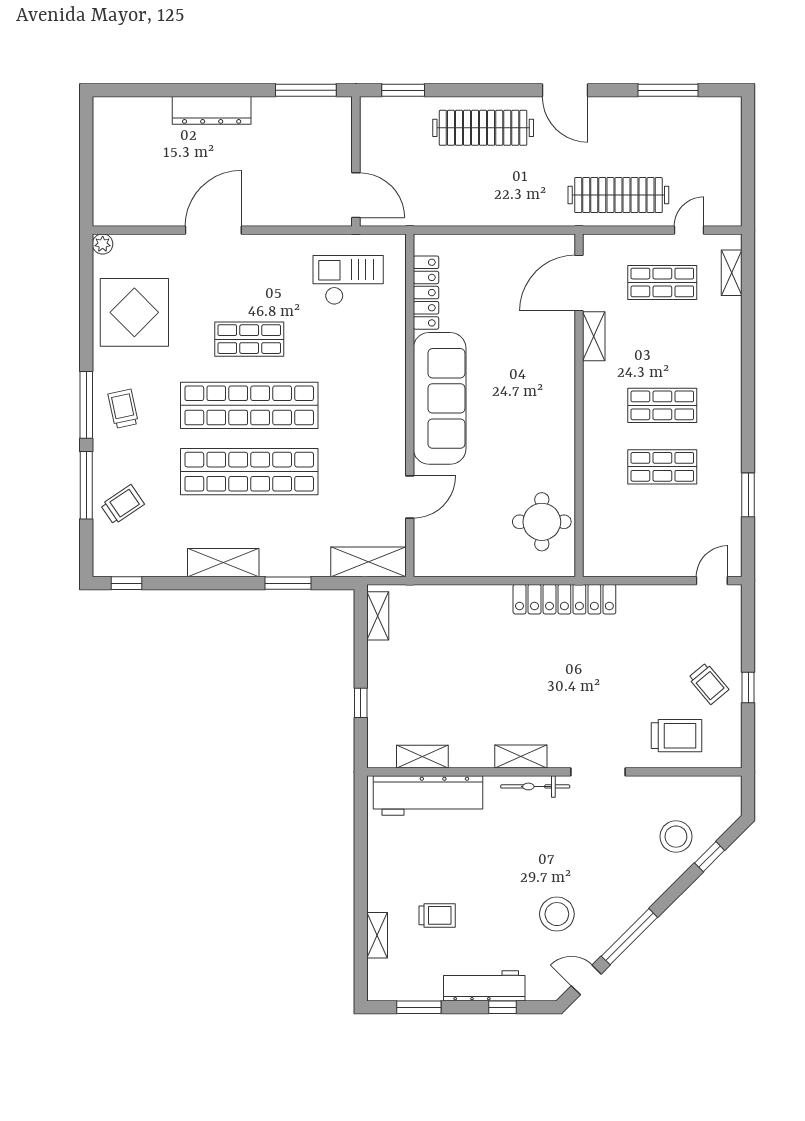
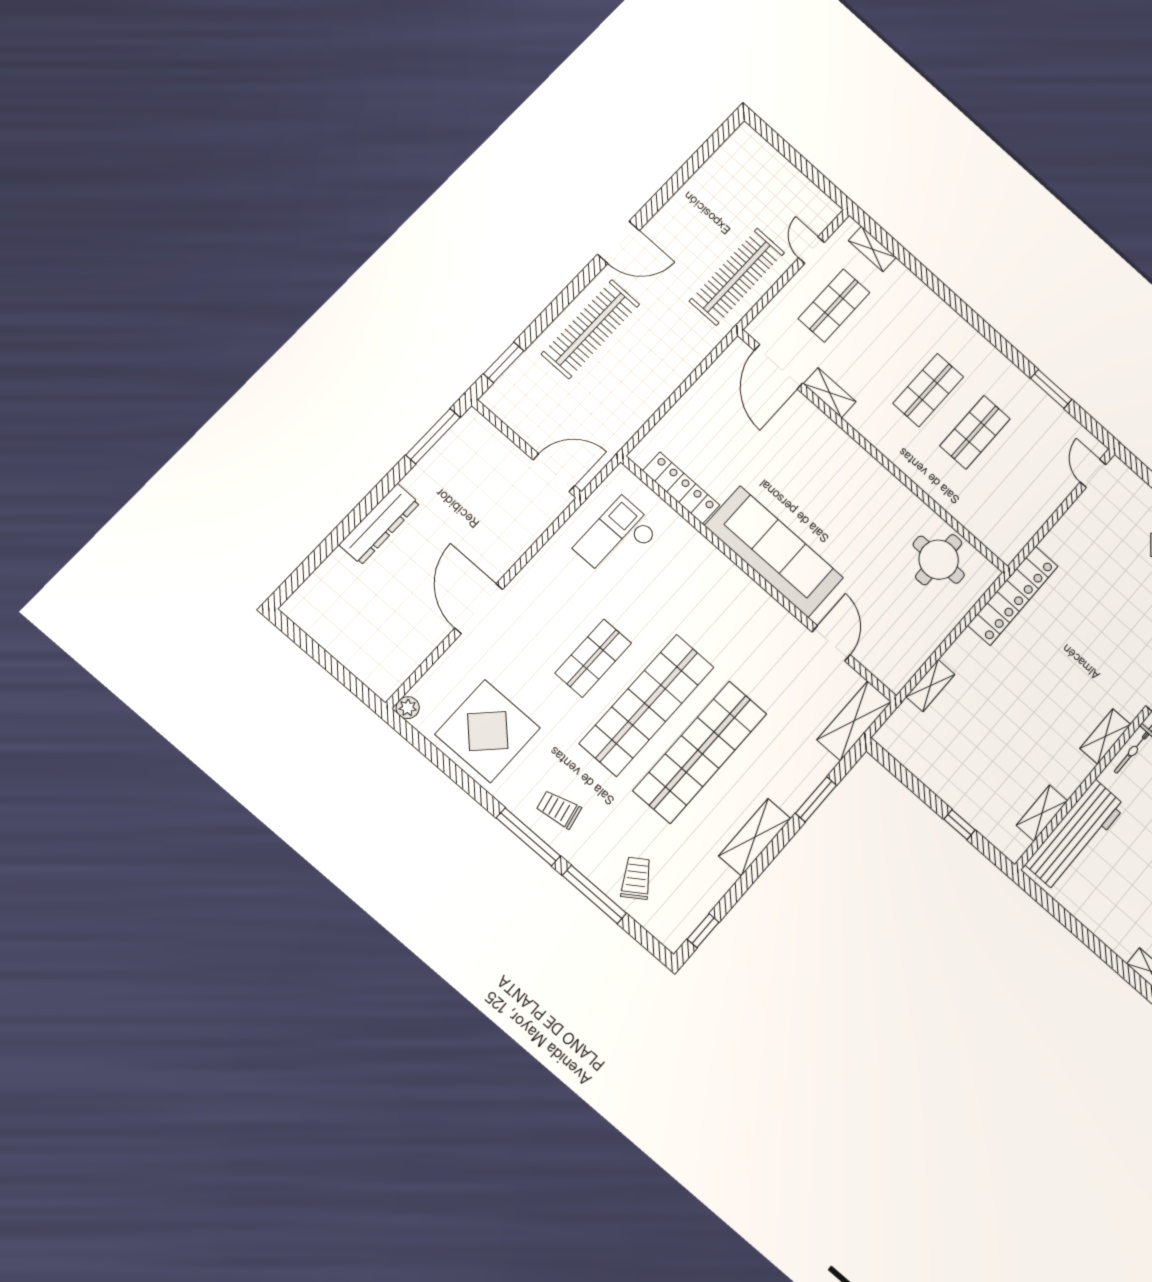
window: (668, 90) -> (689, 168), removed
shelving: (378, 616) -> (931, 686), moved, turned 90

